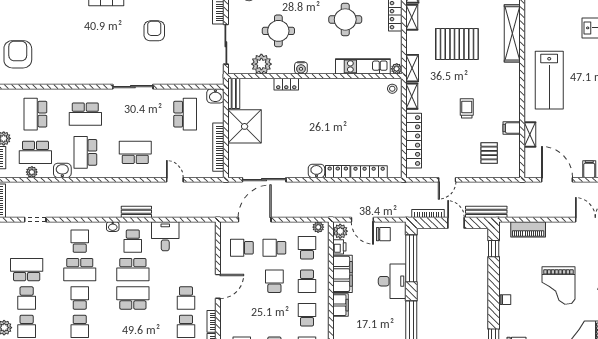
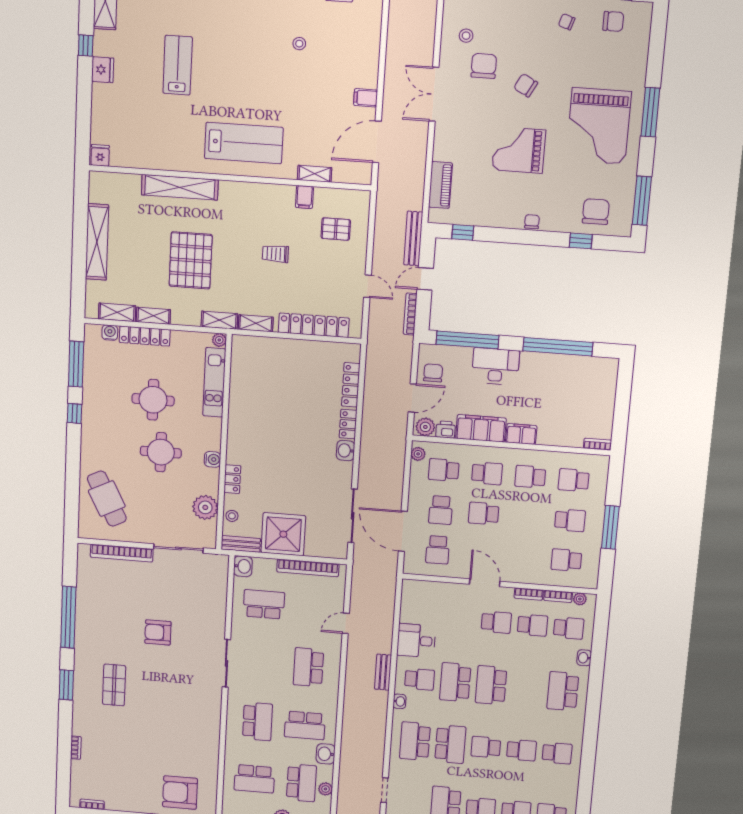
round table: (278, 31) -> (161, 452), moved
stool: (392, 89) -> (232, 516), moved
school desk: (80, 241) -> (415, 741), width x1.85
school desk: (133, 270) -> (455, 682), turned 180
grand piano: (558, 285) -> (519, 150), turned 180

